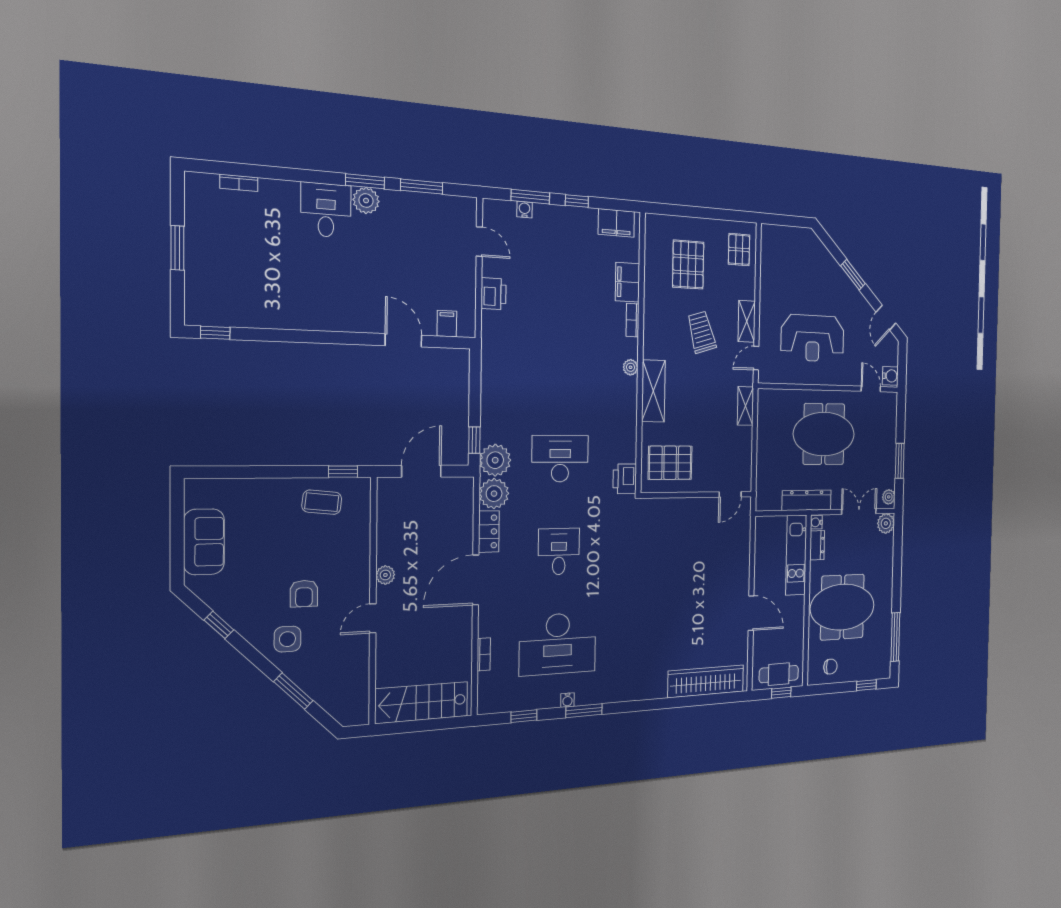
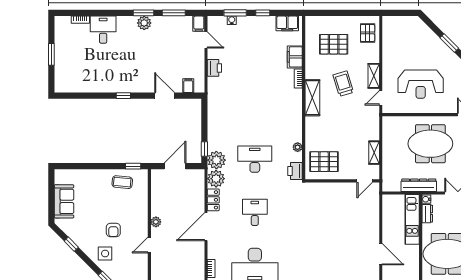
desk: (326, 210) -> (103, 30), moved
filing cabinet: (467, 211) -> (199, 24), added
pallet: (688, 265) -> (334, 44), turned 90
window: (215, 333) -> (123, 96), moved
plant: (631, 367) -> (298, 147), moved
shelving: (653, 391) -> (312, 98), moved
shelving: (745, 406) -> (374, 153), moved

